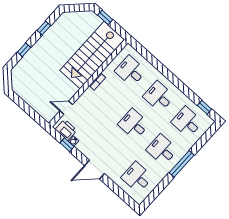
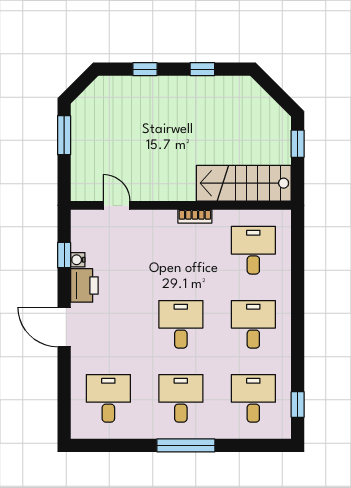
stairs: (92, 55) -> (244, 183), width x0.73, depth x0.66
window: (21, 103) -> (64, 135), added
printer: (66, 130) -> (84, 285), moved

